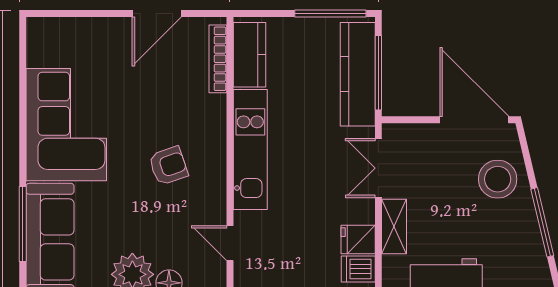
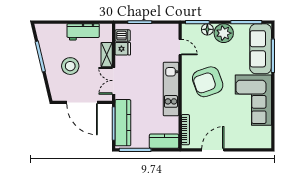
kitchen counter: (250, 55) -> (164, 141), moved, turned 90
door: (474, 120) -> (82, 102), moved
armchair: (168, 166) -> (208, 82), width x1.88, depth x1.88
double door: (378, 168) -> (114, 81), swing flipped
stool: (498, 179) -> (70, 66), moved

